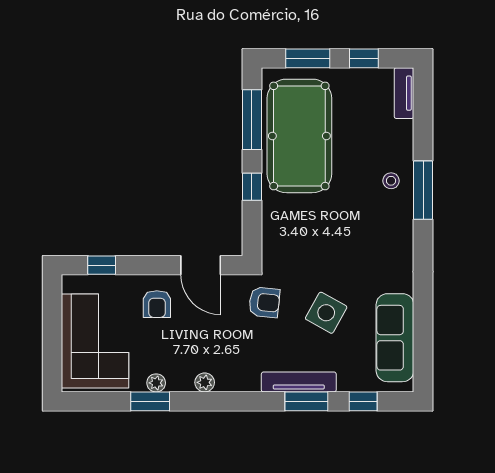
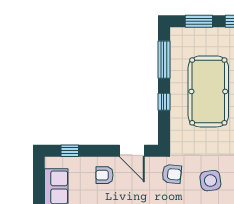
pool table: (299, 136) -> (208, 91), moved
armchair: (157, 304) -> (105, 175), turned 90
side table: (326, 313) -> (210, 181), turned -37

